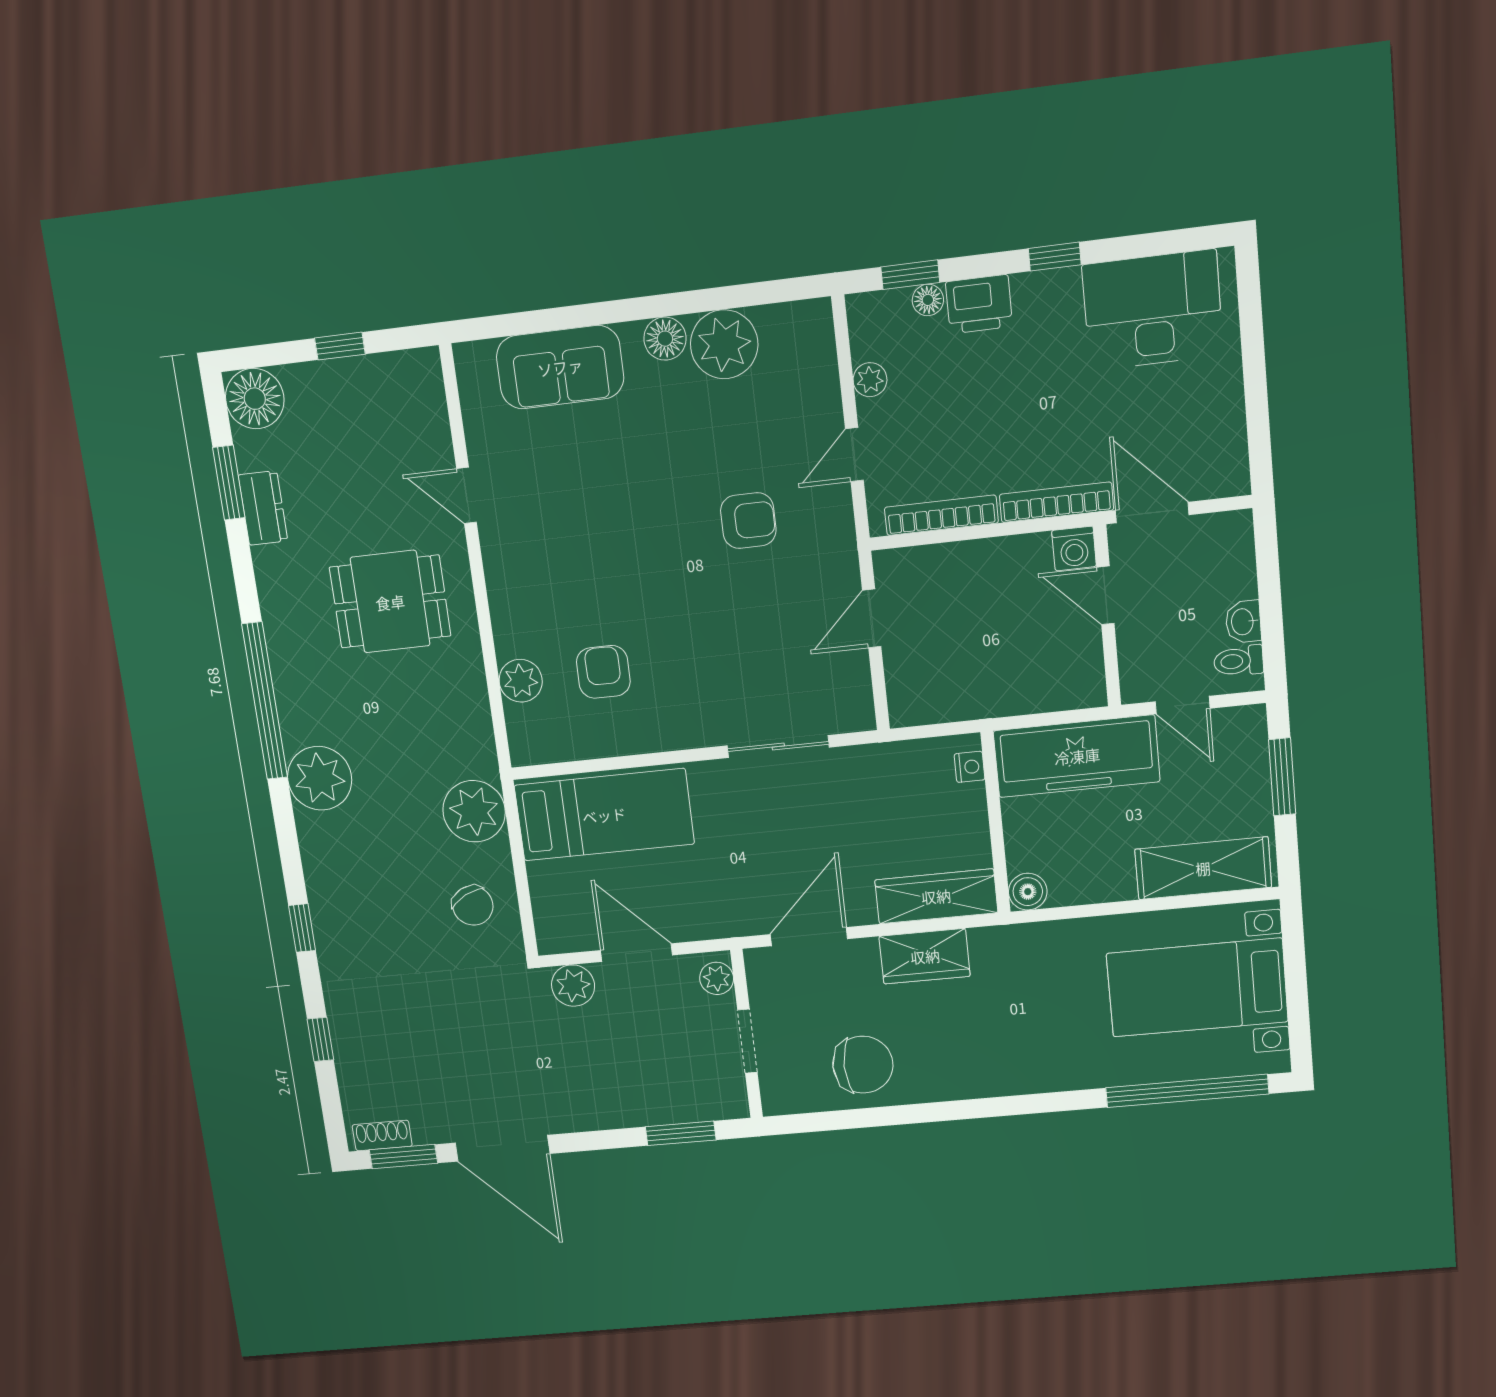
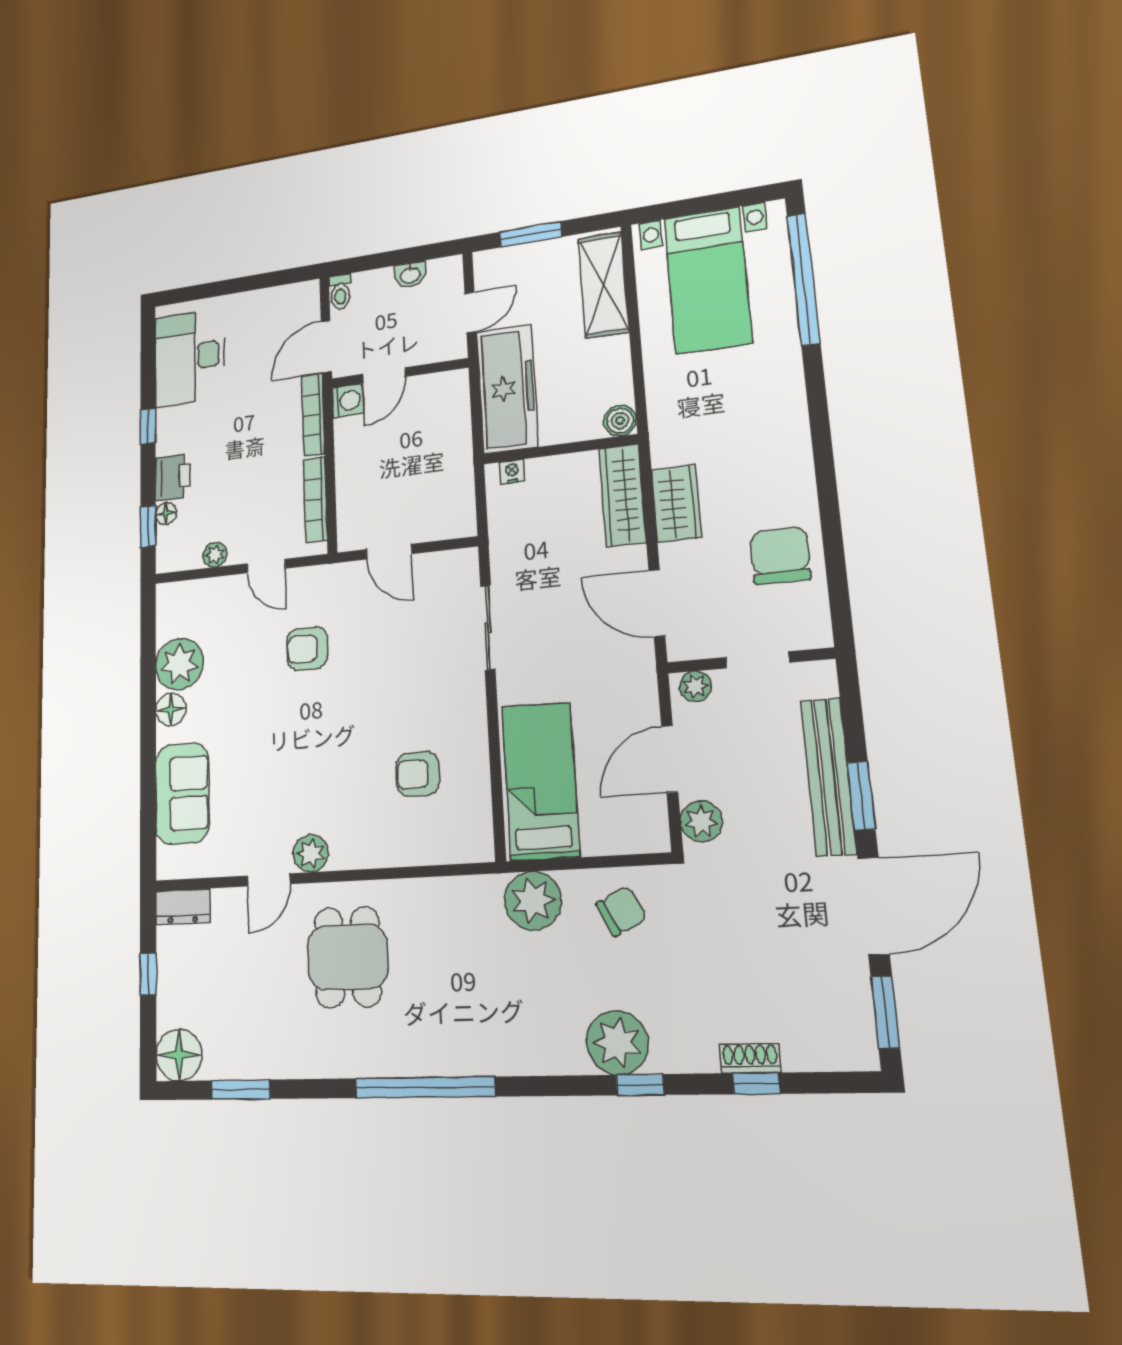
dresser: (263, 508) -> (183, 907), moved, turned 180
armchair: (748, 521) -> (307, 649), turned -90
toilet: (1239, 661) -> (340, 292), moved
plant: (521, 681) -> (311, 853), moved
plant: (320, 778) -> (617, 1043), moved
bench: (627, 1109) -> (828, 777), added
window: (681, 1133) -> (861, 796), moved
shoe rack: (382, 1136) -> (750, 1058), moved, turned 90

